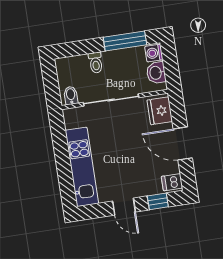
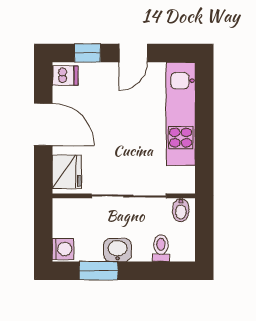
window: (125, 41) -> (99, 271), width x0.69
toilet: (96, 63) -> (161, 248), moved
washbasin: (156, 73) -> (117, 250), moved, turned -90
door: (124, 207) -> (133, 53), swing flipped

